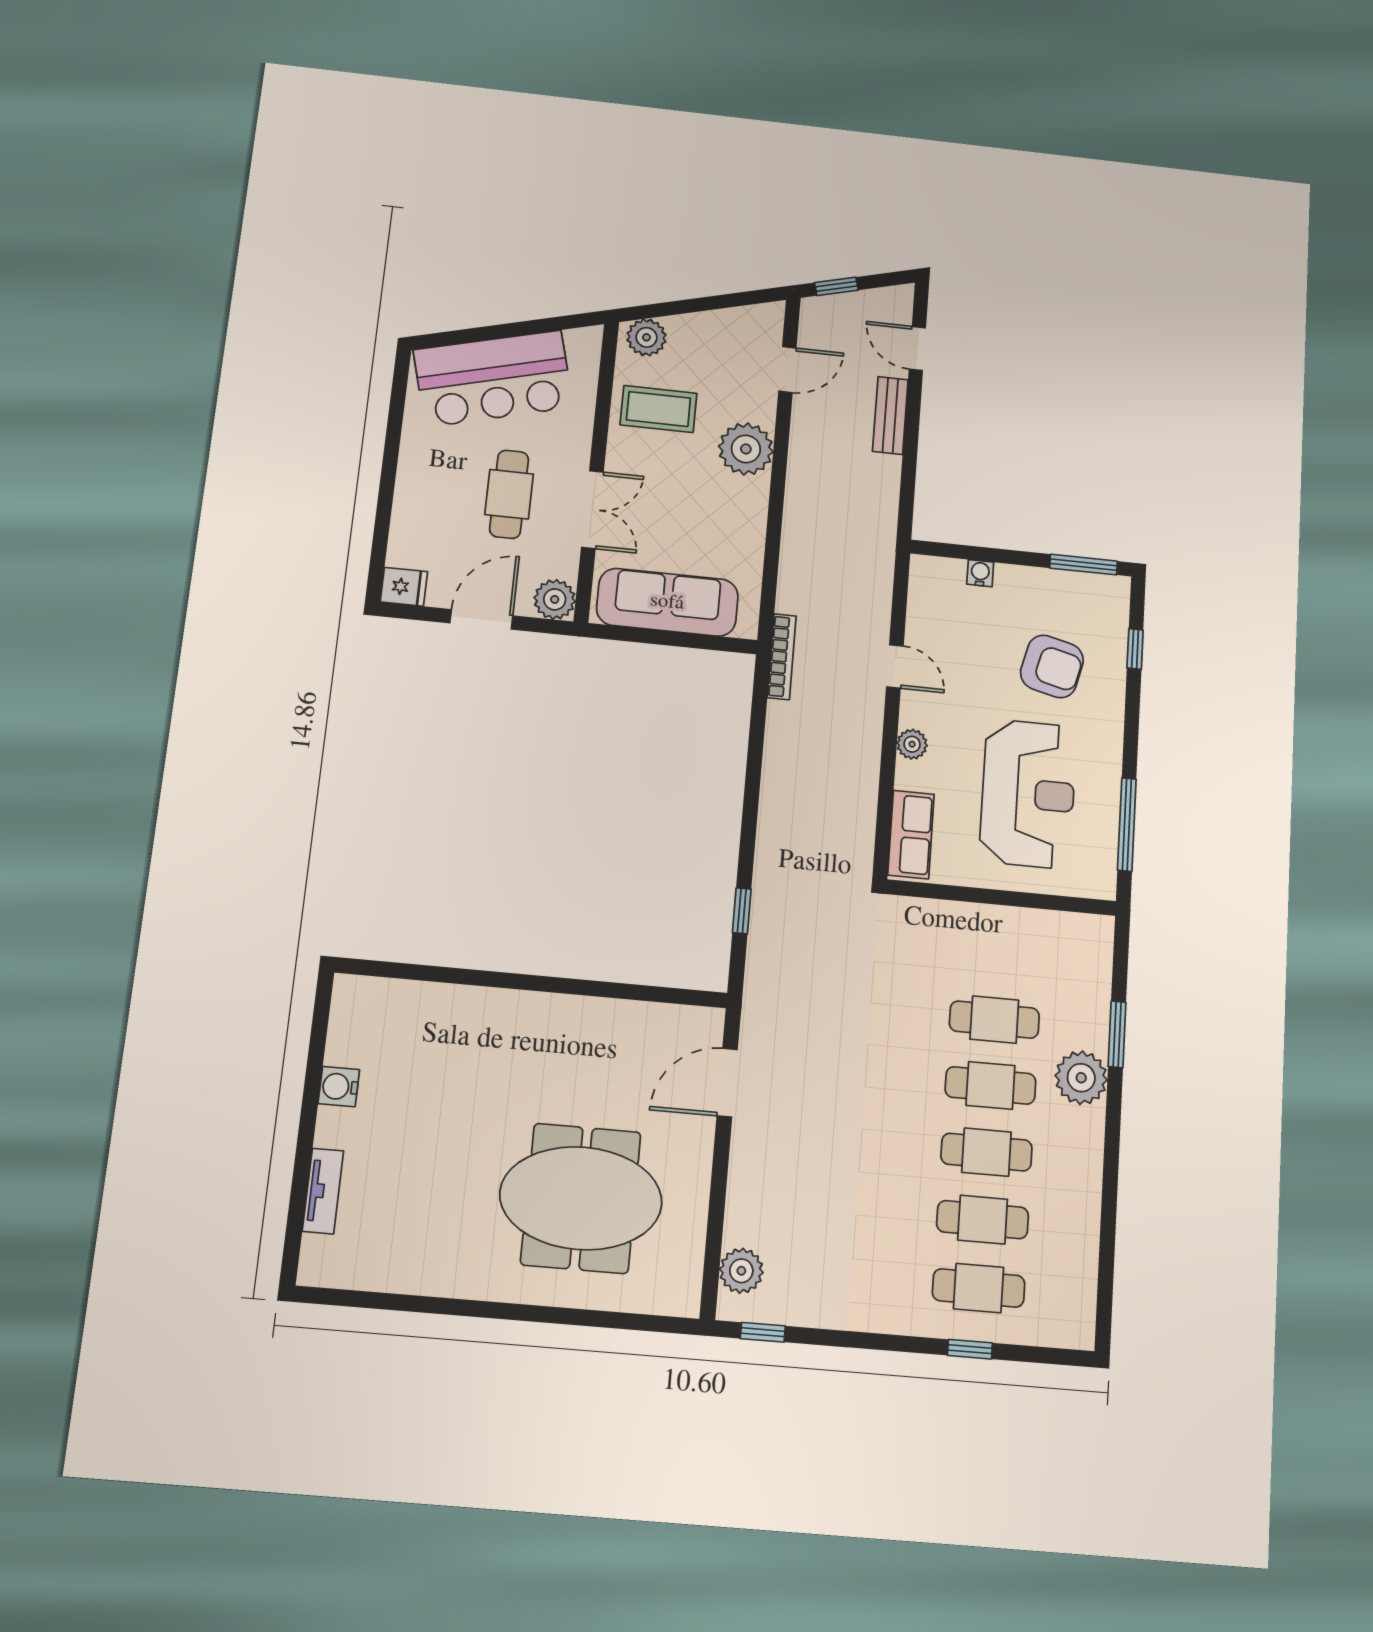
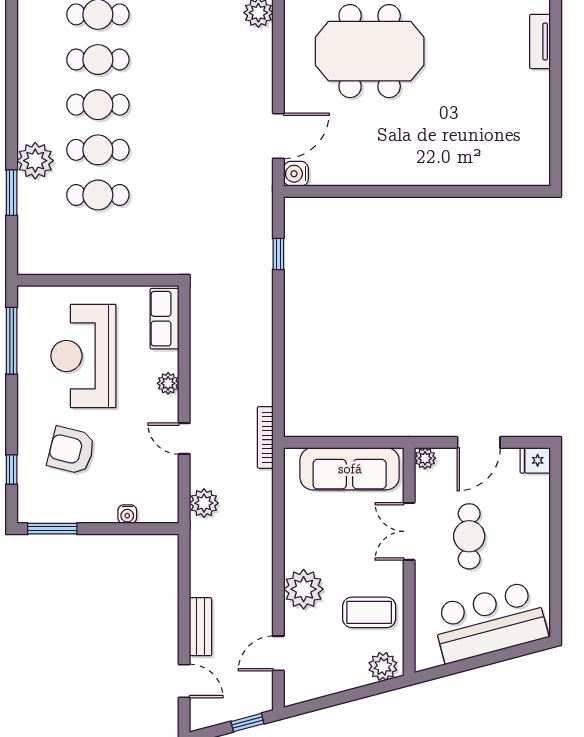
plant: (874, 577) -> (204, 503), added
plant: (555, 599) -> (425, 458), width x0.73, depth x0.73
water cooler: (339, 1087) -> (296, 174), moved, turned 180

